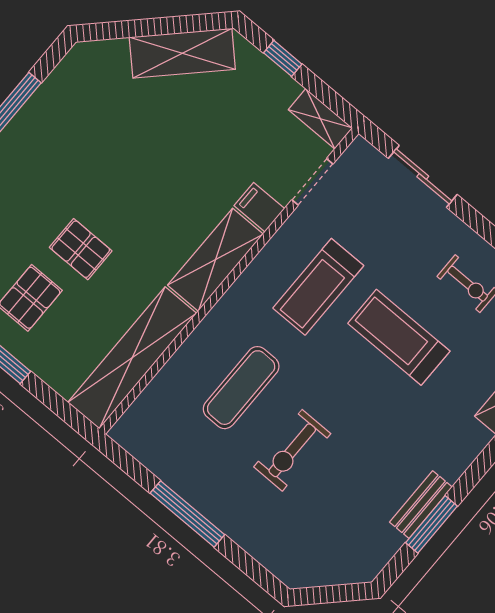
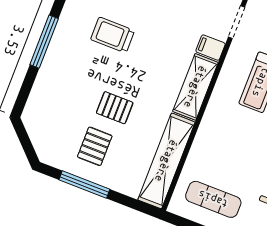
trolley: (116, 136) -> (113, 35), added
exercise mat: (241, 388) -> (213, 199), moved, turned 90

